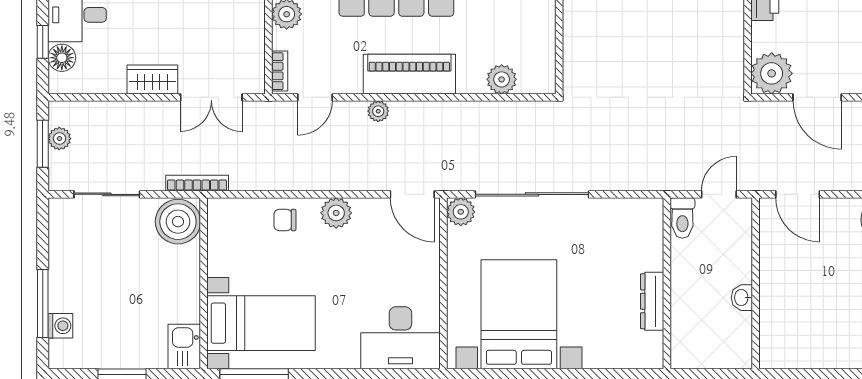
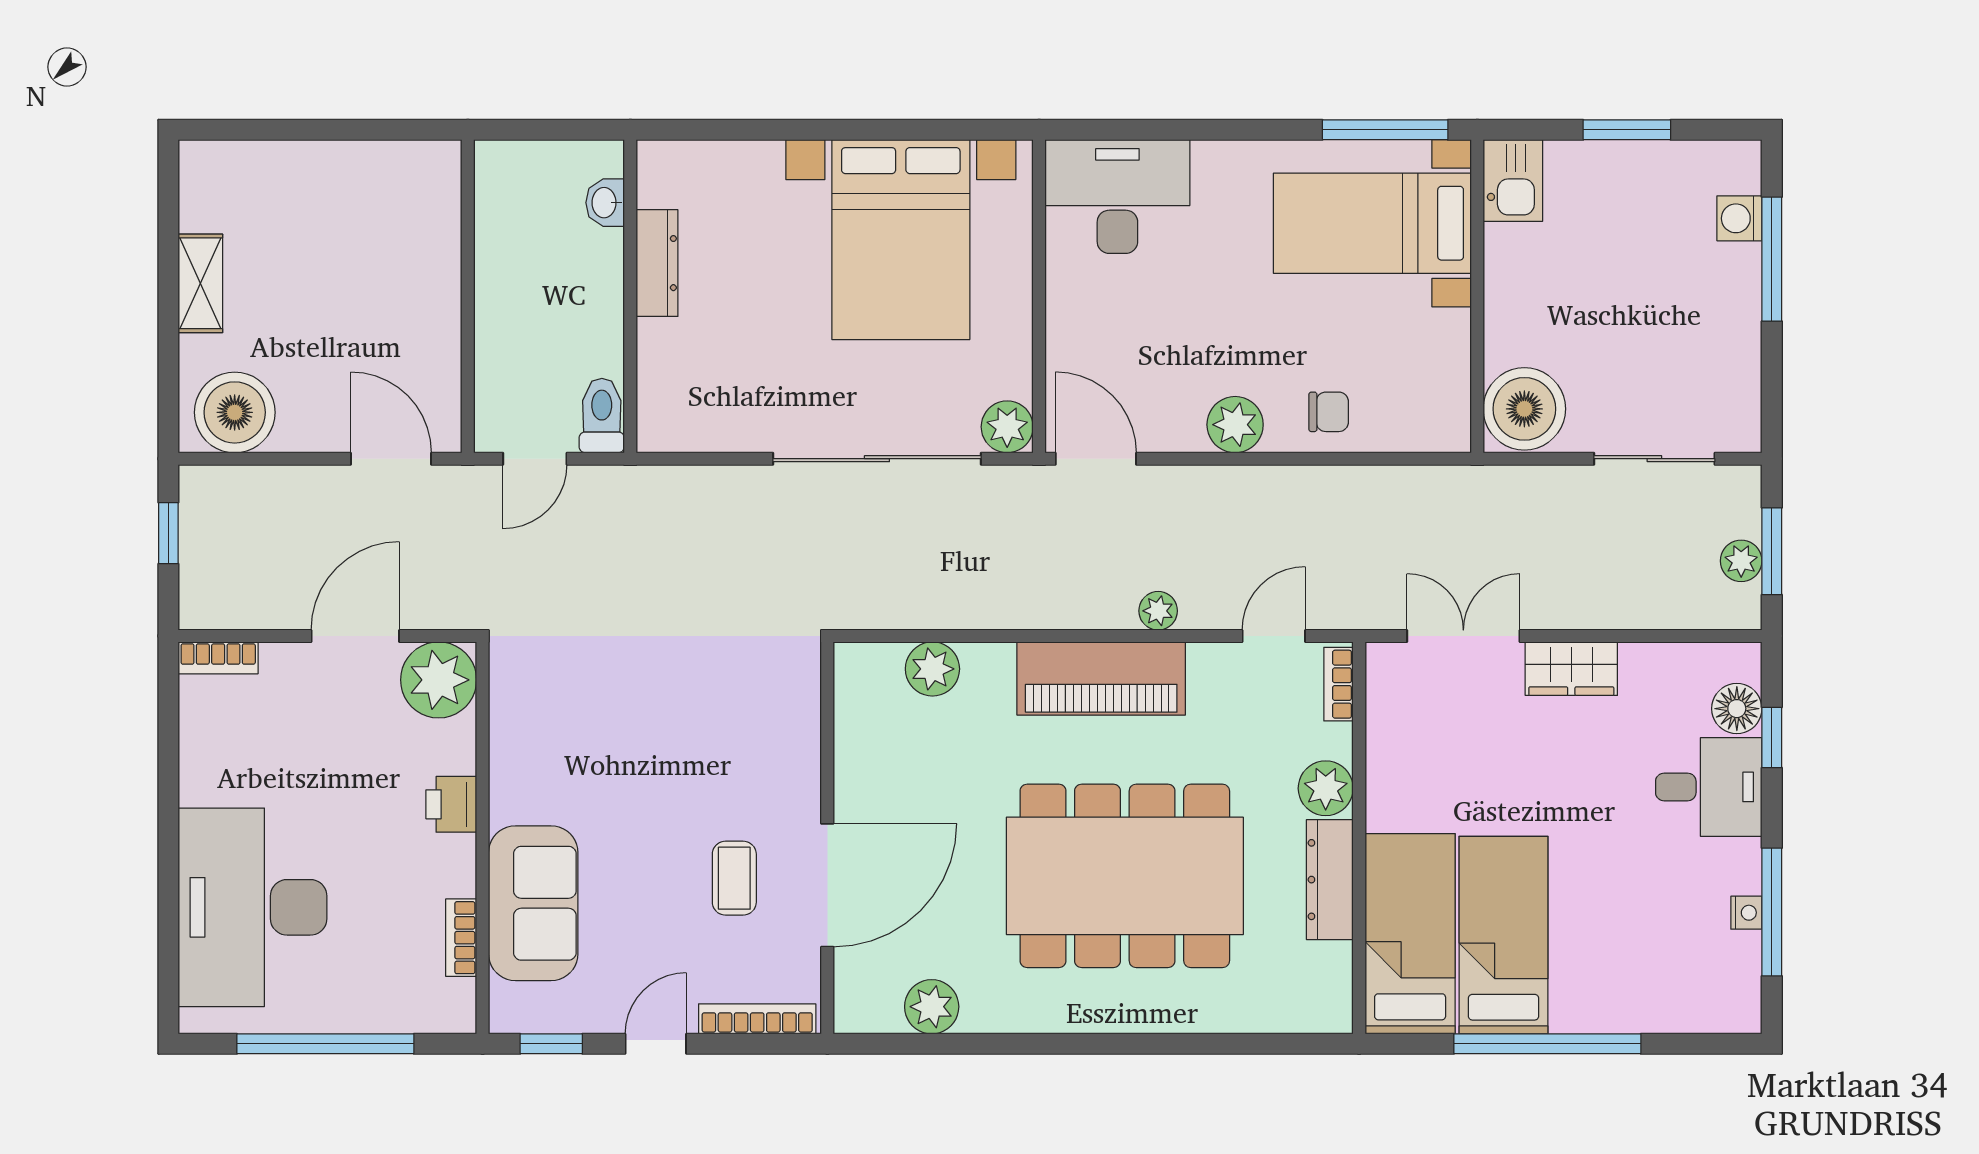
door: (817, 97) -> (355, 636), hinge flipped
bookcase: (197, 183) -> (1489, 479), removed
washbasin: (742, 298) -> (605, 203), moved, turned 180

